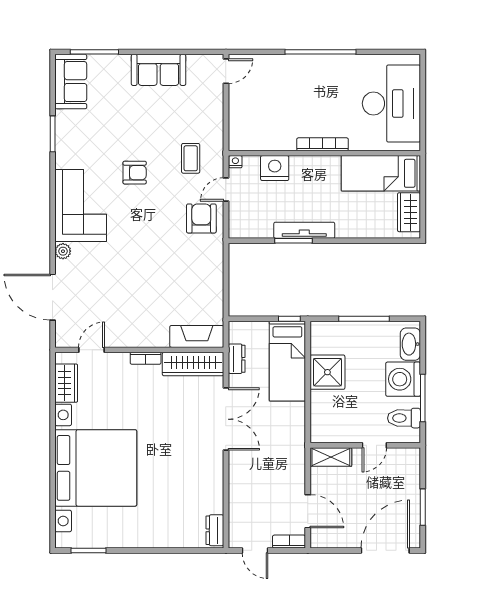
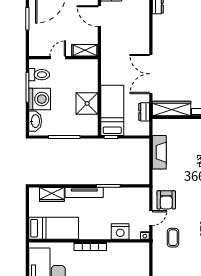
wardrobe: (409, 212) -> (52, 194), moved, turned 90
tv unit: (304, 230) -> (84, 192), moved
fireplace: (197, 336) -> (159, 152), moved, turned -90

